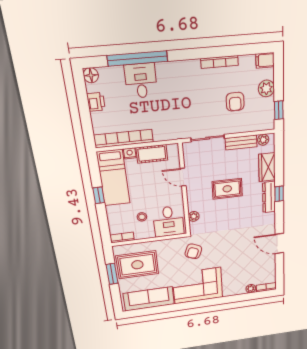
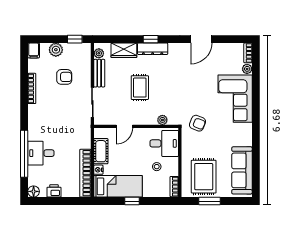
corner sofa: (198, 286) -> (235, 99), moved

